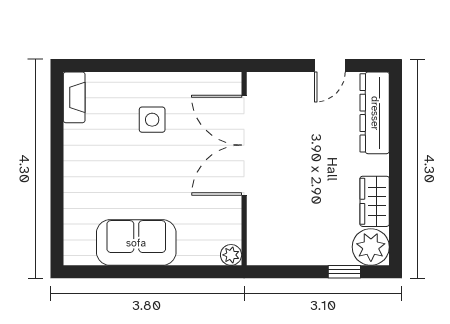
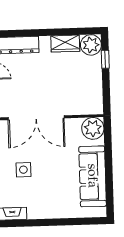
sofa: (136, 243) -> (93, 176), width x1.36
plant: (231, 255) -> (93, 128), width x1.87, depth x1.87

